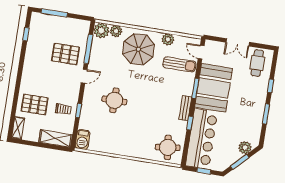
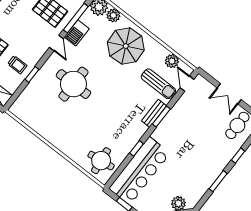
plant: (168, 39) -> (172, 61), moved
door: (84, 76) -> (56, 43), hinge flipped
booth: (213, 88) -> (180, 126), removed
round table: (114, 100) -> (73, 84), width x1.36, depth x1.36
bench: (185, 108) -> (154, 113), moved
barbecue: (83, 139) -> (77, 33), moved

